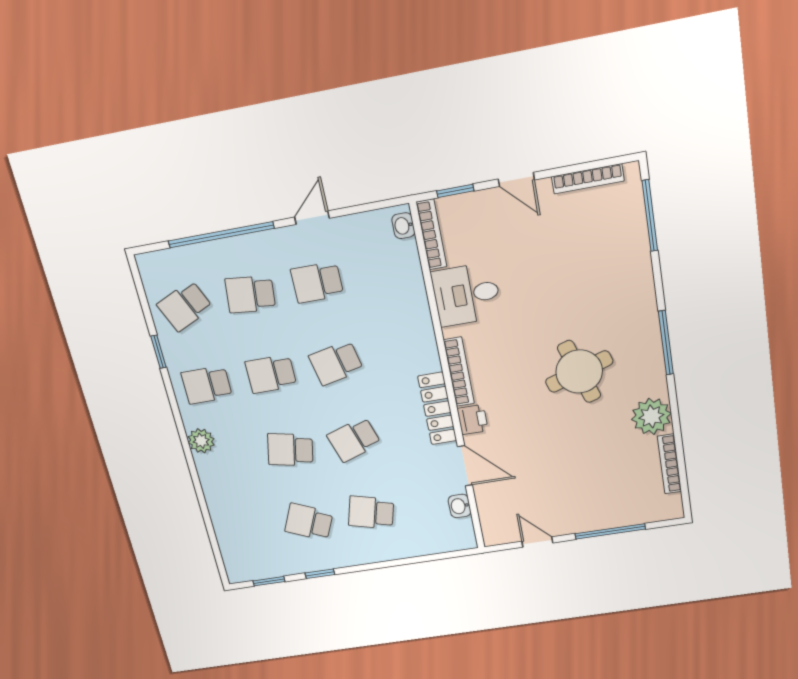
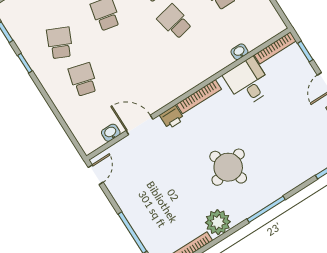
washbasin: (403, 226) -> (239, 52), moved
locker: (437, 409) -> (170, 93), removed
school desk: (354, 440) -> (129, 51), removed
door: (465, 466) -> (140, 125), swing flipped
door: (537, 542) -> (96, 175), moved

